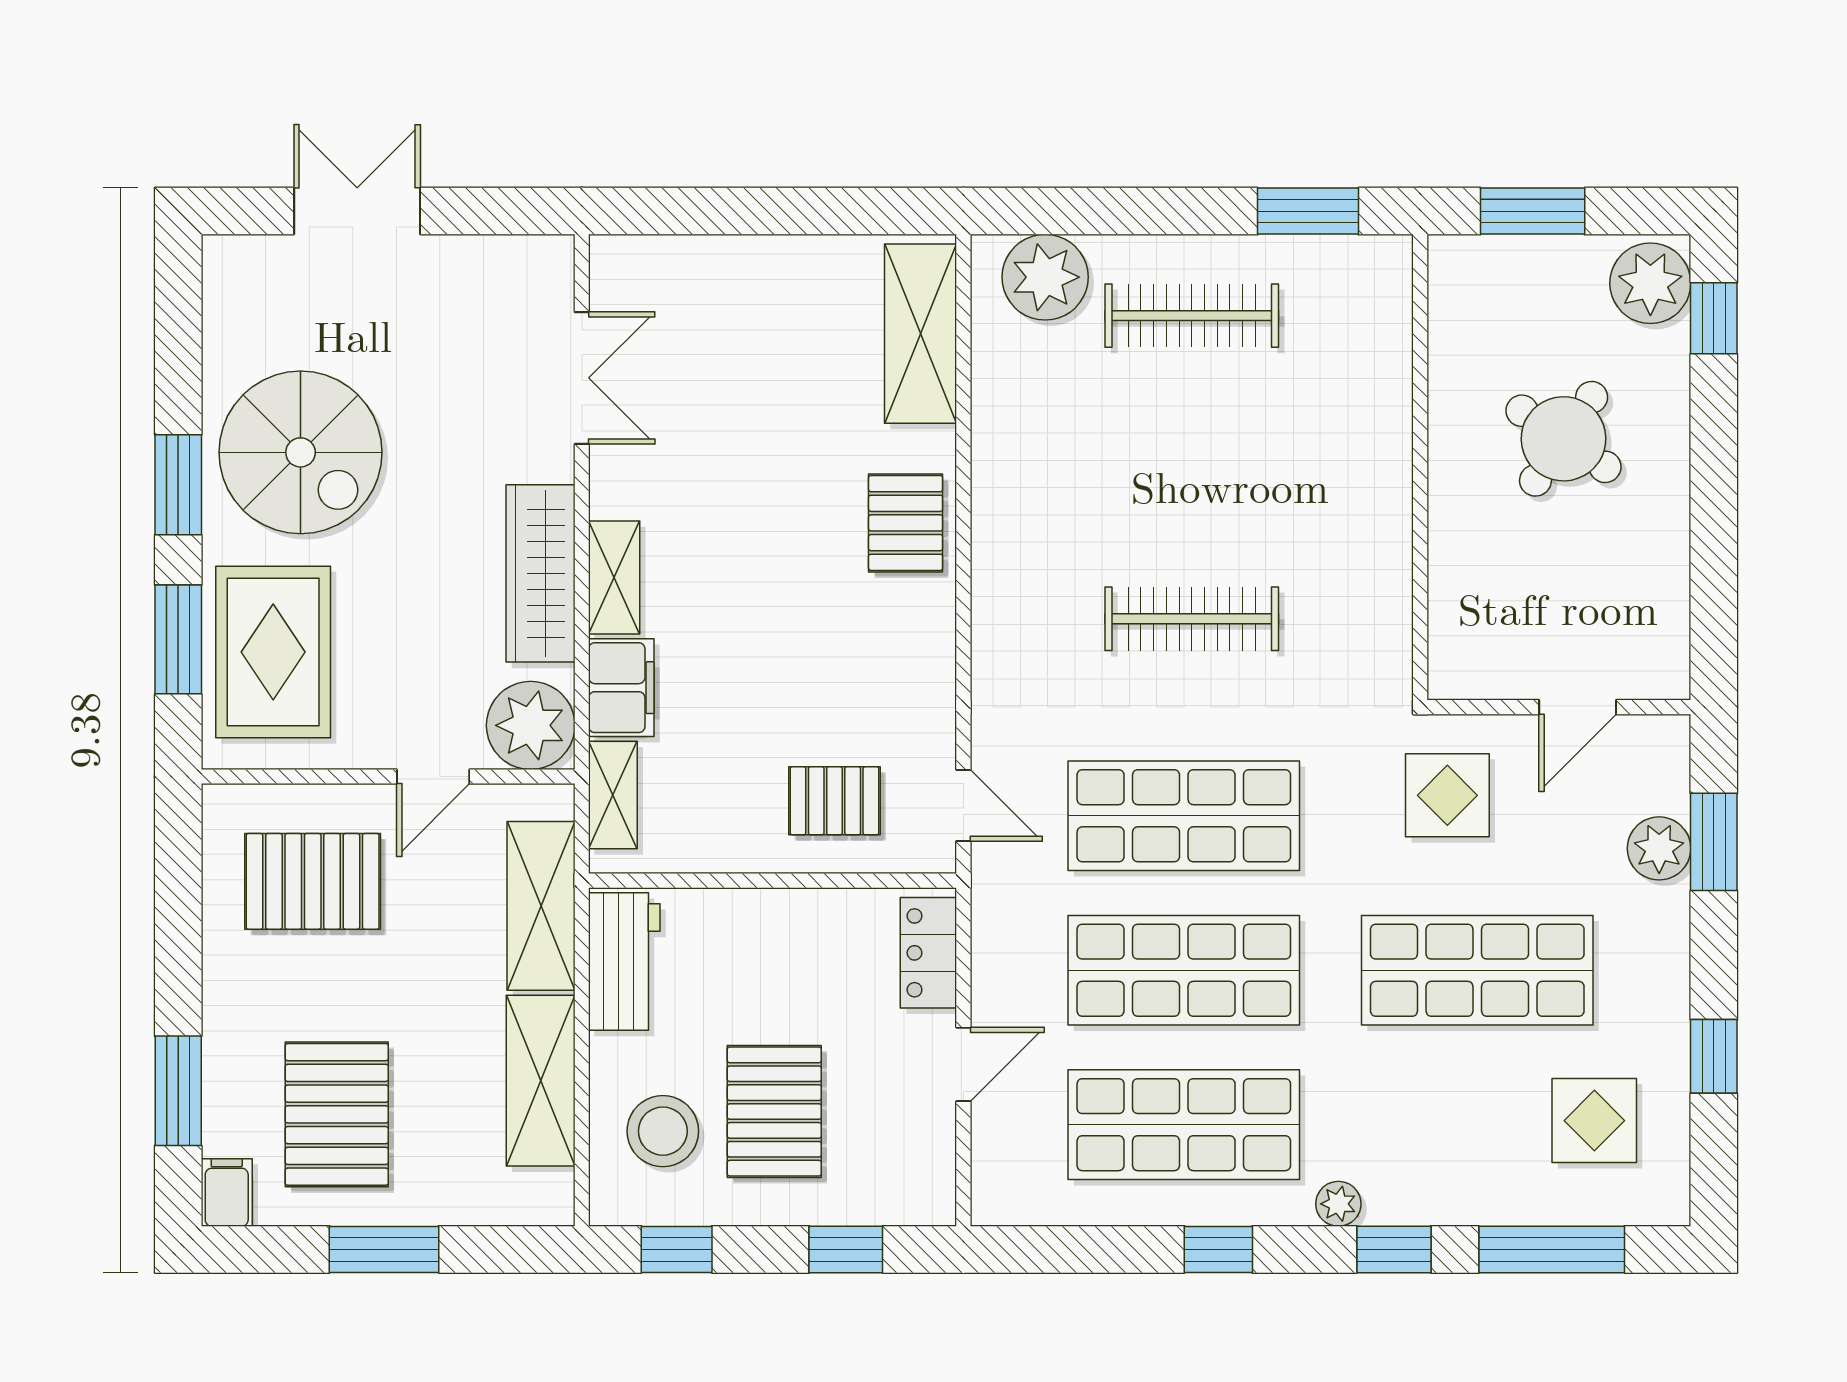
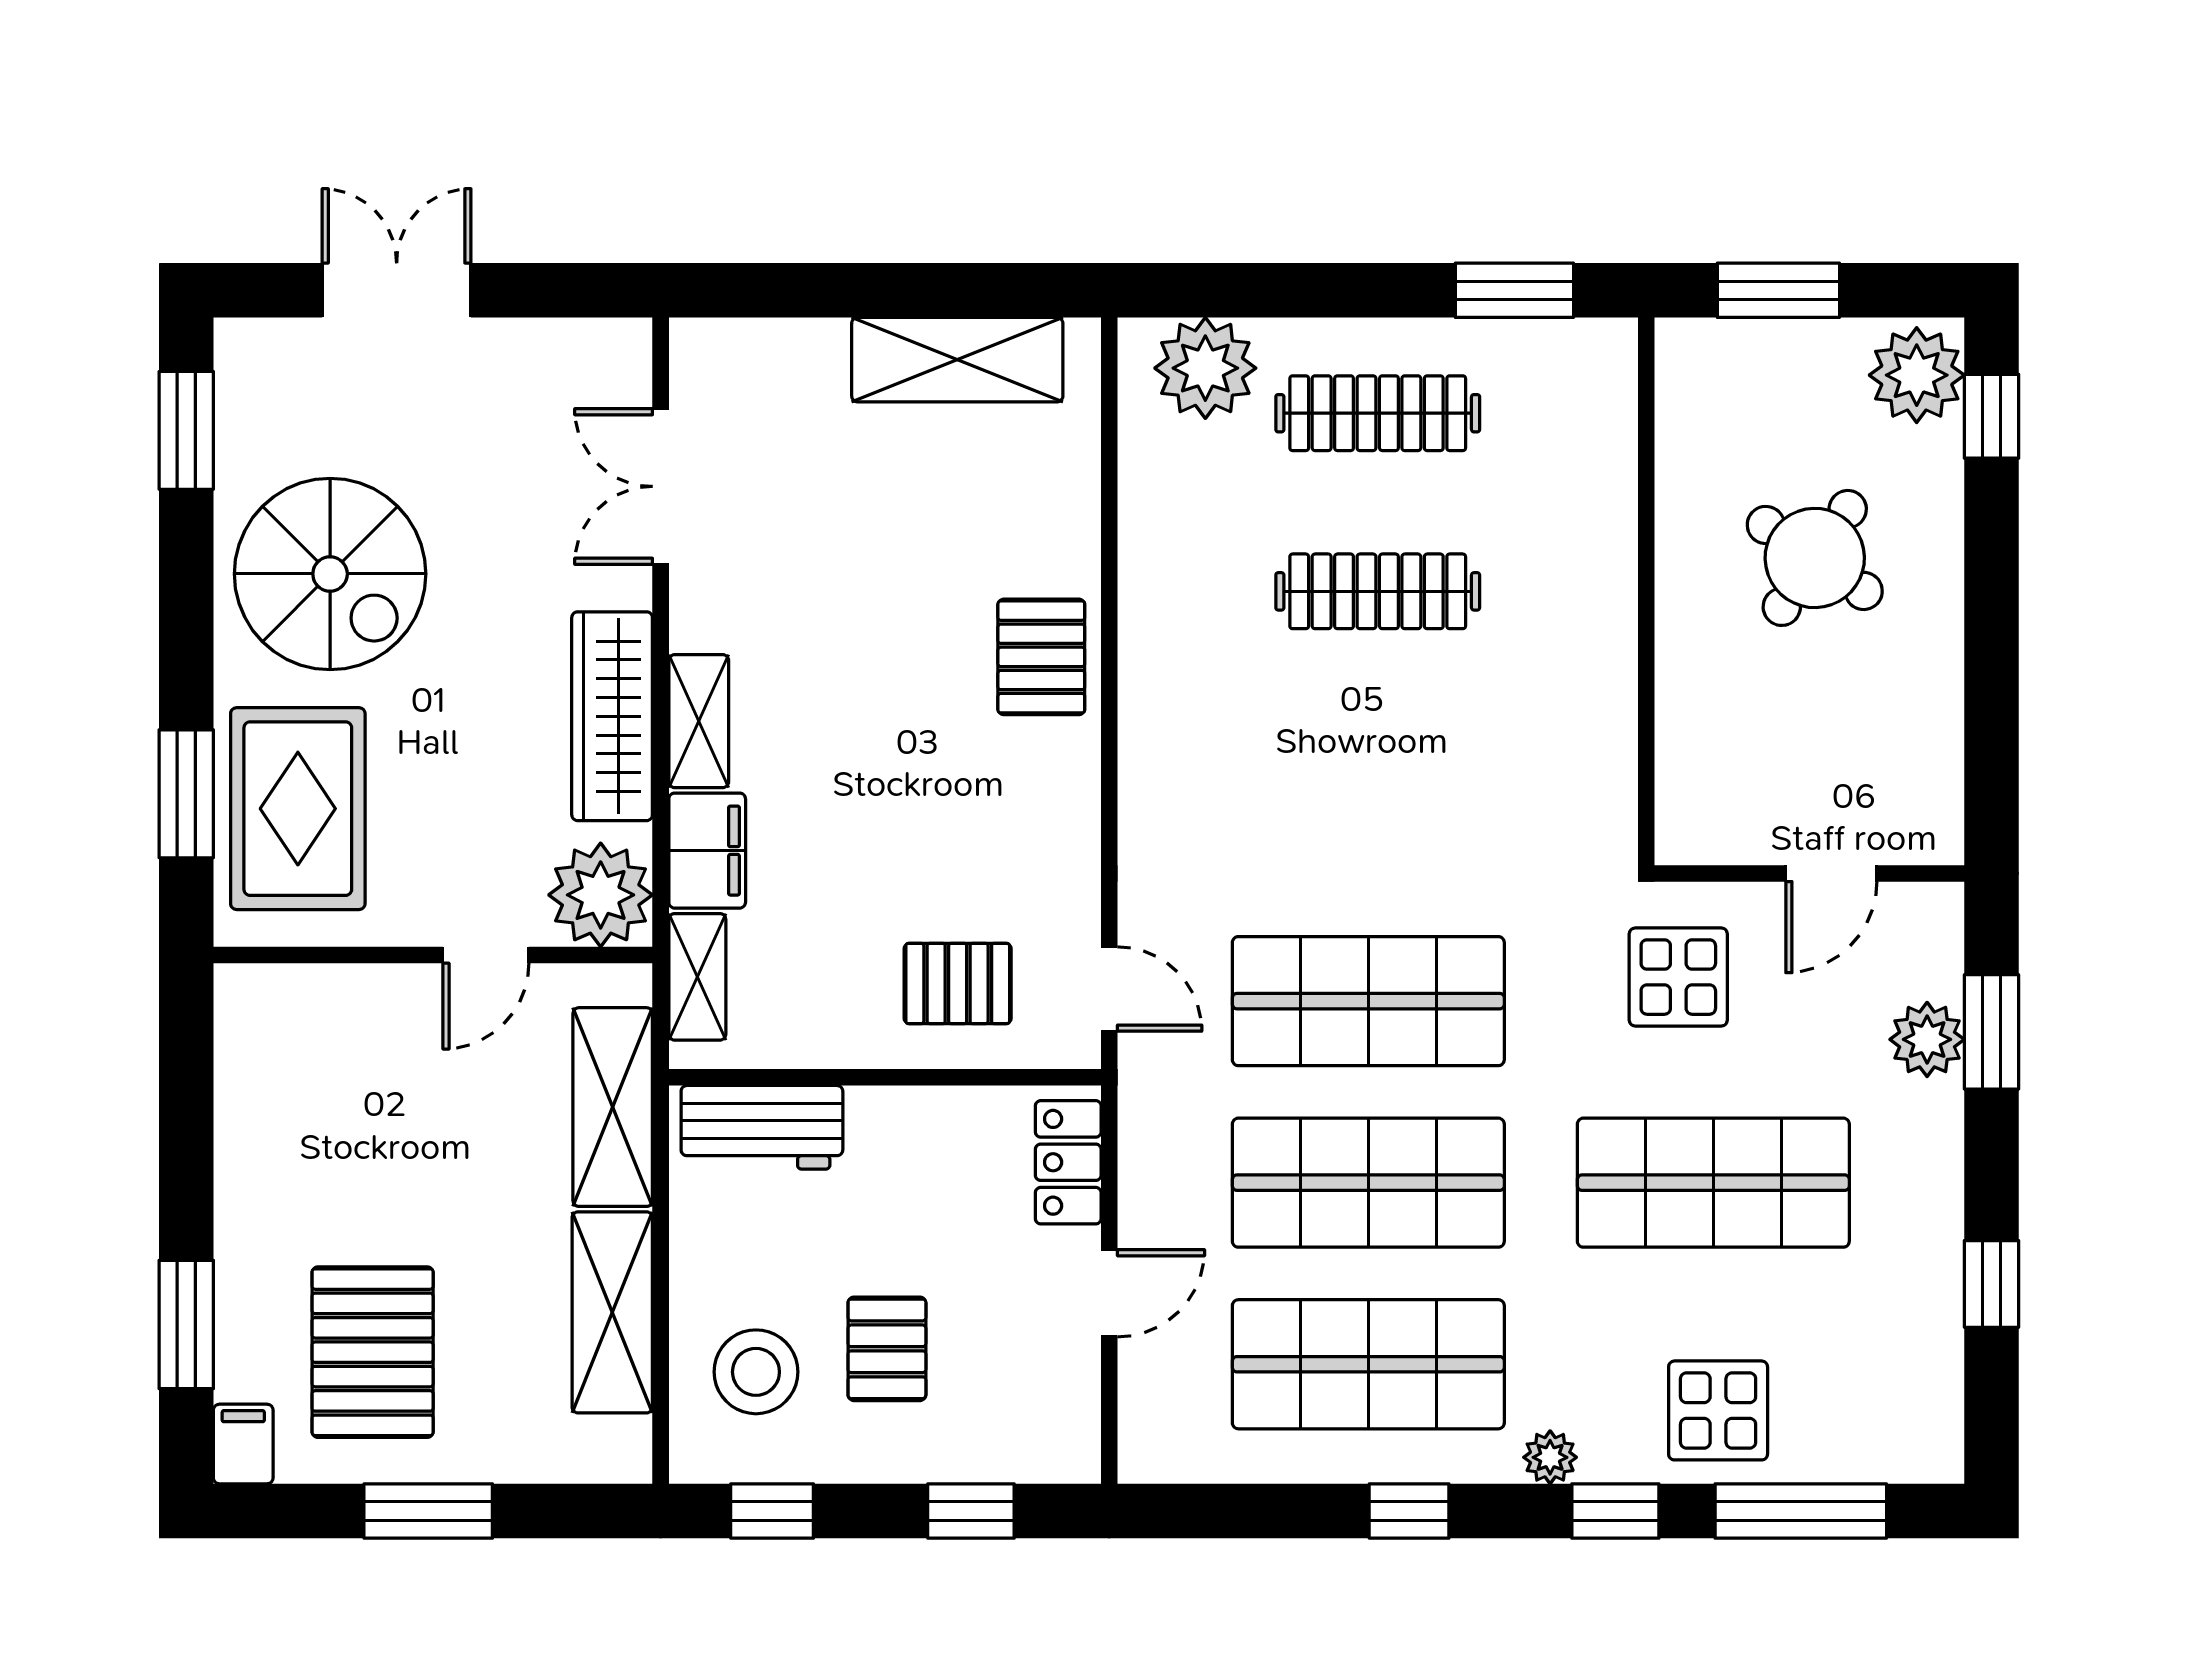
shelving: (920, 334) -> (957, 360), moved, turned 90
double door: (582, 378) -> (661, 486), swing flipped
window: (178, 485) -> (186, 430), moved
clothes rail: (1192, 619) -> (1378, 591), moved
pallet: (313, 881) -> (344, 1078), removed
workbench: (624, 962) -> (762, 1127), moved, turned 90
pallet: (774, 1112) -> (887, 1349), width x0.67, depth x0.71
display table: (1594, 1121) -> (1718, 1410), moved

